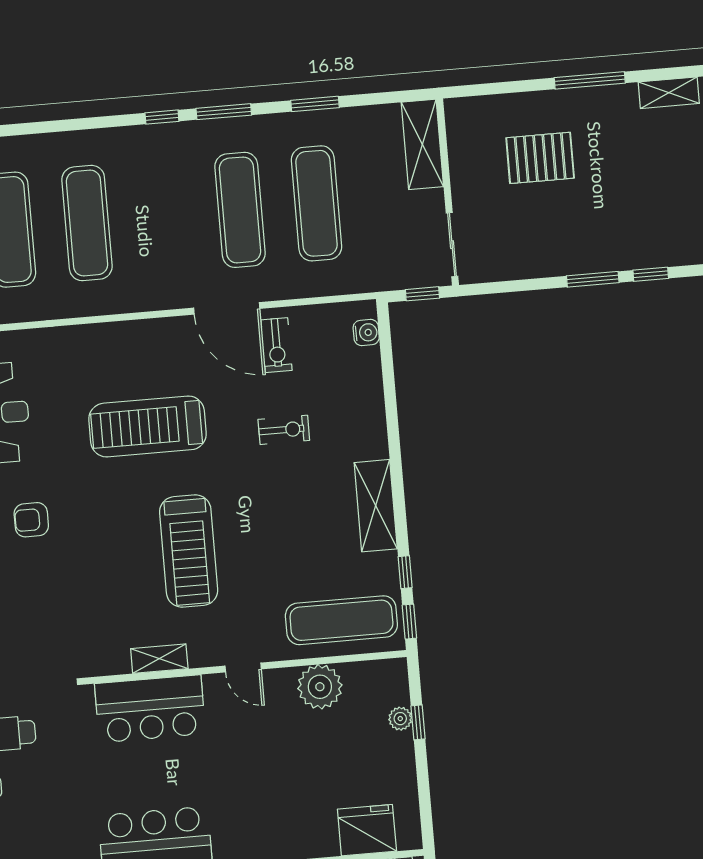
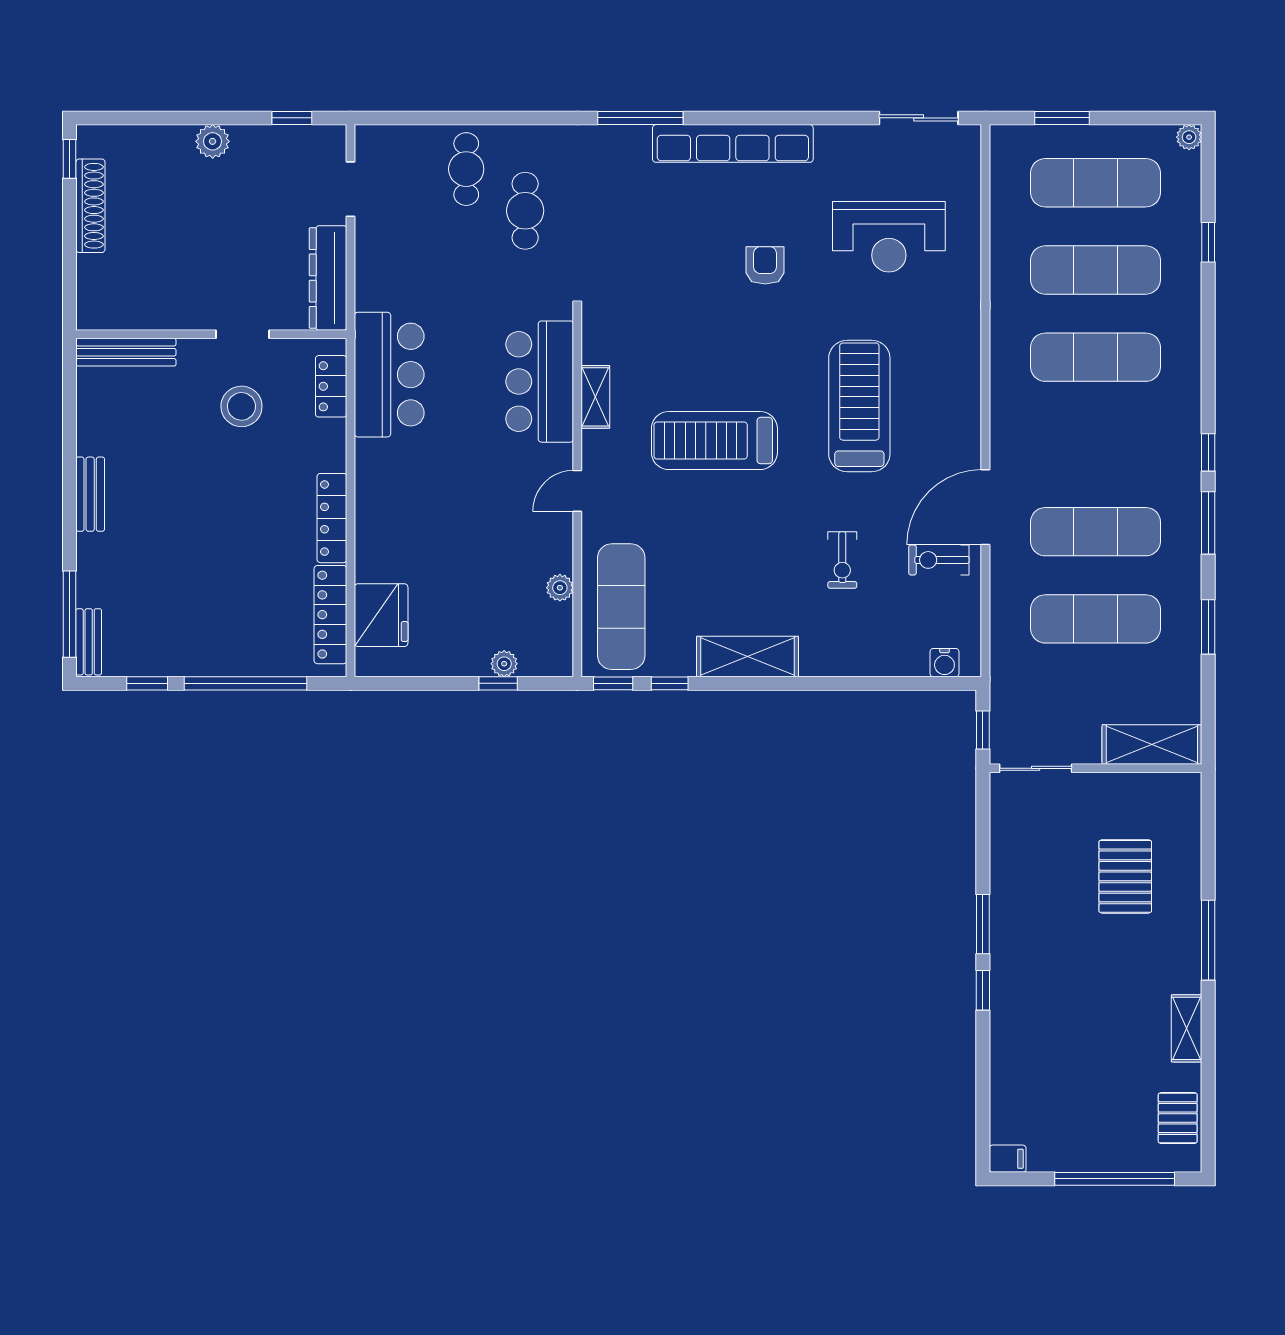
plant: (320, 687) -> (560, 588), width x0.53, depth x0.53

